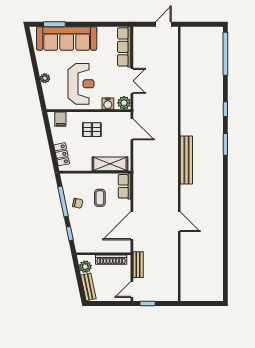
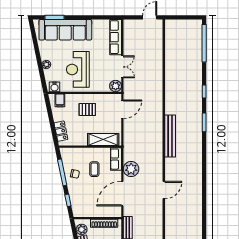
reception desk: (81, 84) -> (78, 69), turned 180
water cooler: (108, 104) -> (54, 87), moved
door: (132, 129) -> (122, 109), hinge flipped
plant: (142, 198) -> (131, 169), added
door: (179, 222) -> (164, 190), hinge flipped

